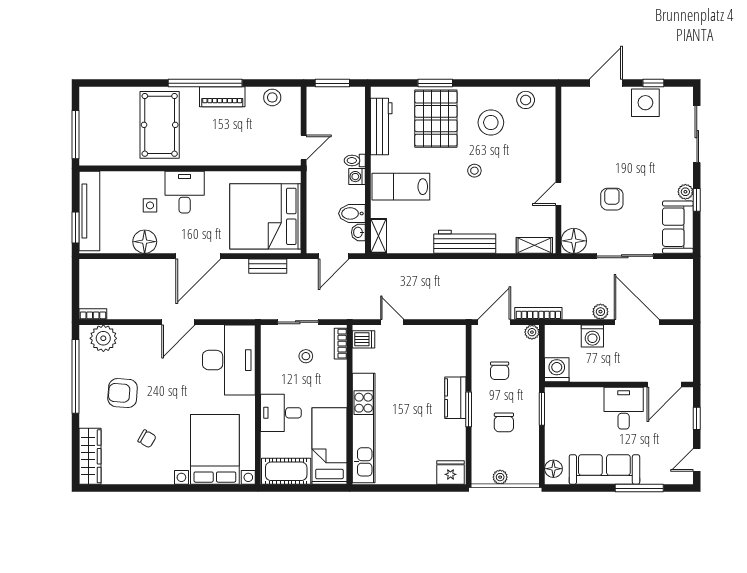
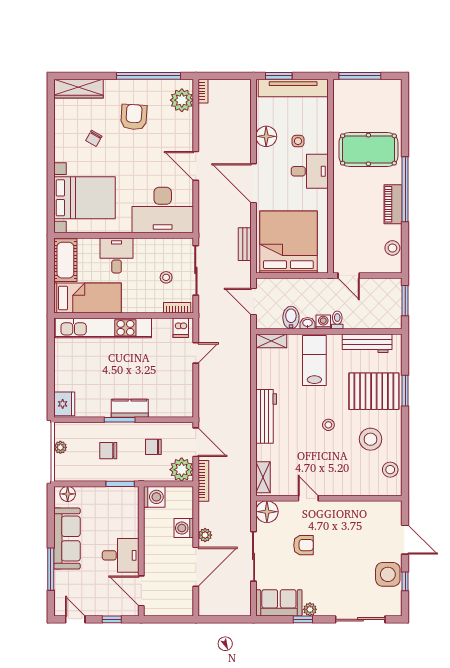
washbasin: (358, 232) -> (308, 323), moved
sliding door: (298, 322) -> (196, 270), width x1.37
plant: (532, 332) -> (182, 470), width x1.88, depth x1.88

